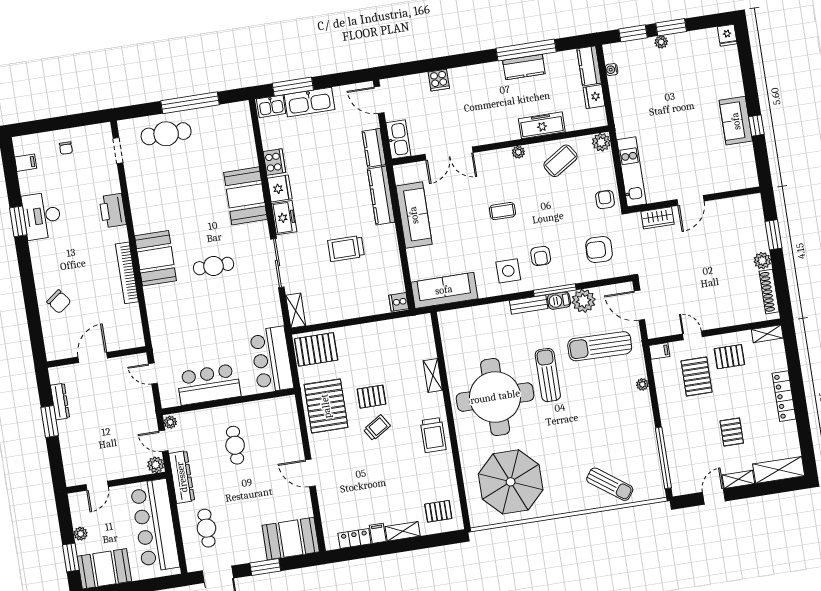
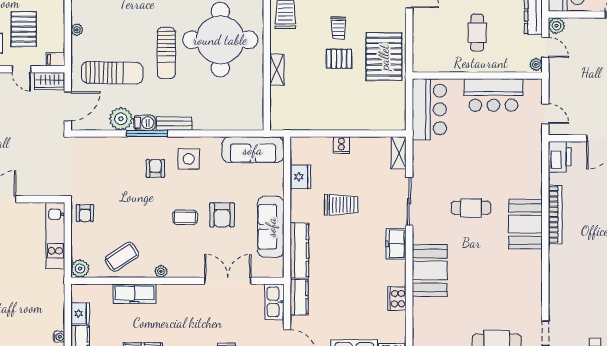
fridge: (280, 188) -> (300, 177), moved, turned 180
printer: (113, 211) -> (560, 157), moved
wardrobe: (657, 218) -> (50, 81), moved, turned 180
armchair: (599, 250) -> (222, 215), moved, turned 88
cooker: (399, 302) -> (341, 145), moved, turned 90
door: (639, 305) -> (68, 106), hinge flipped
pallet: (316, 349) -> (385, 112), removed
trolley: (377, 428) -> (338, 28), turned -58

